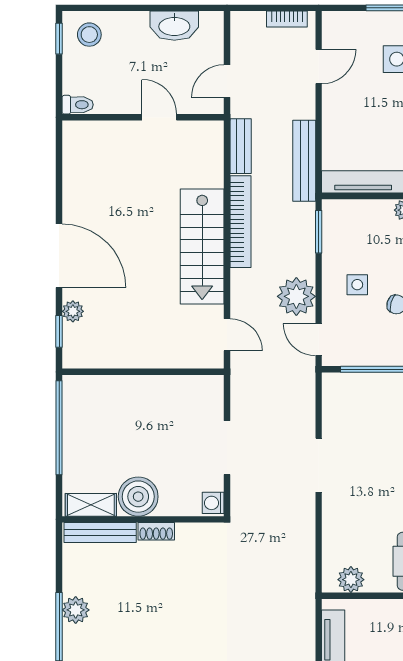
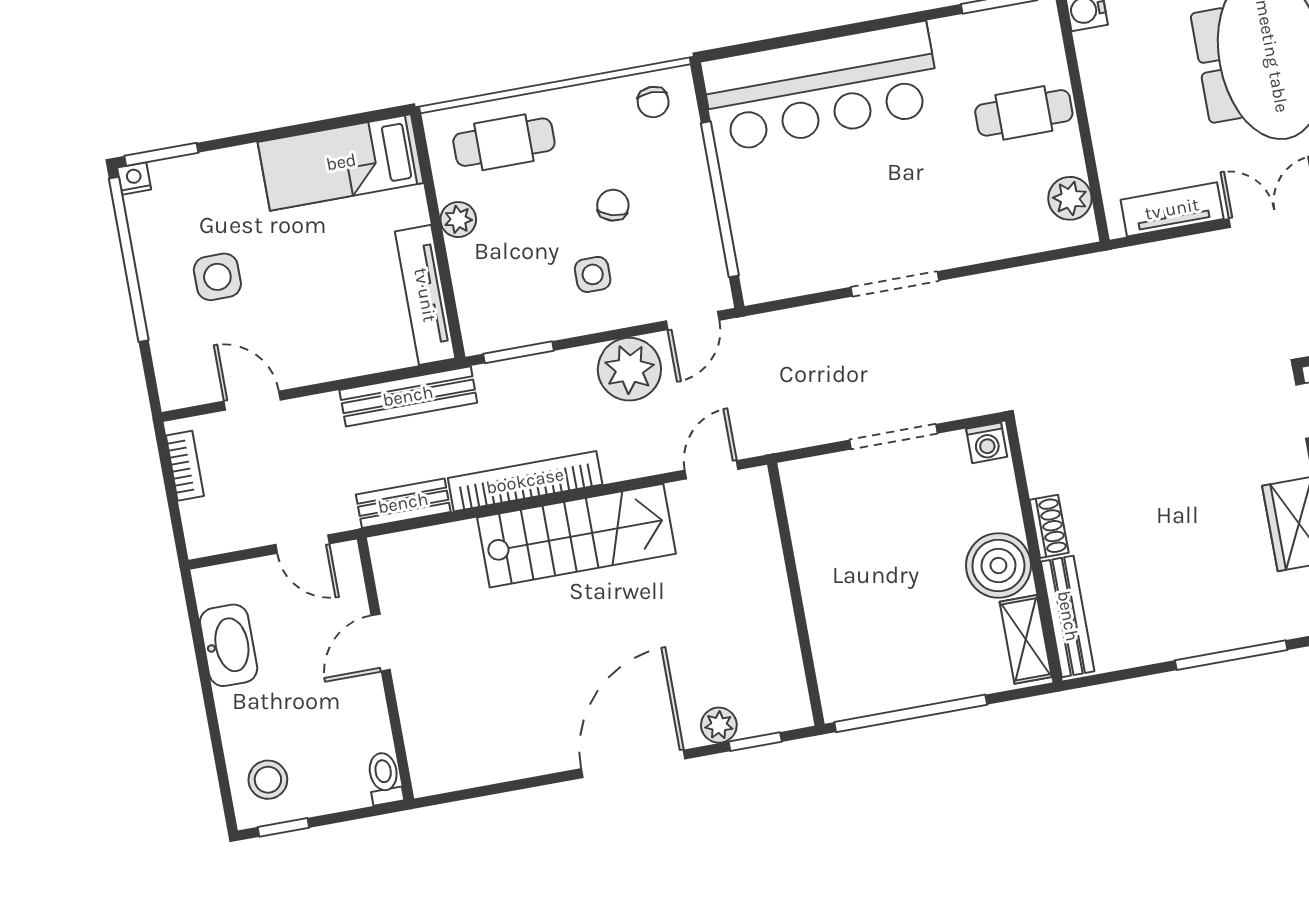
plant: (76, 610) -> (1200, 633), removed

